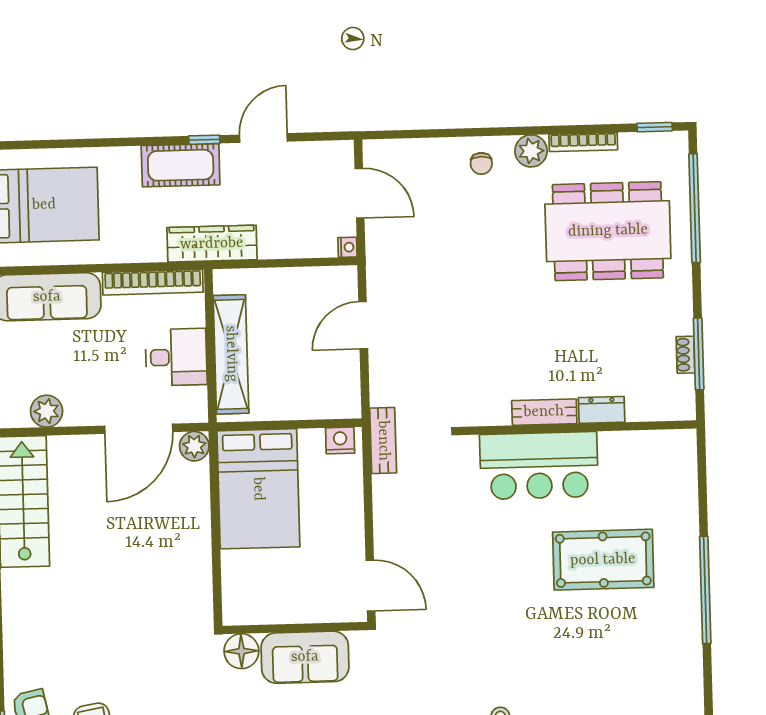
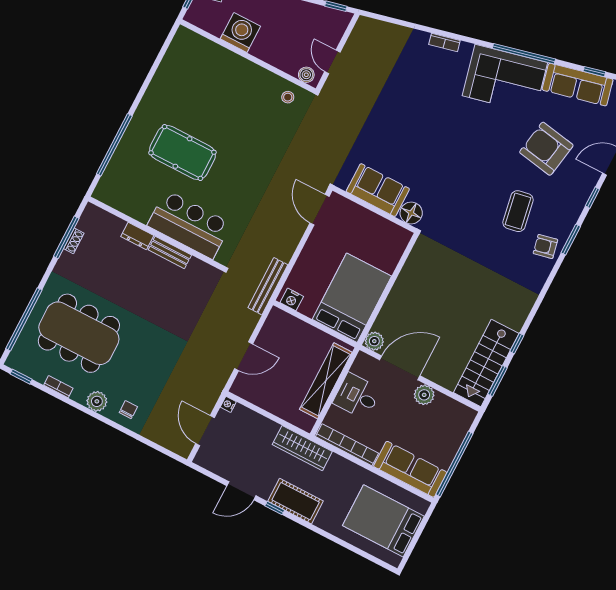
bookcase: (583, 142) -> (58, 387), width x0.64
plant: (47, 411) -> (424, 395), moved
bench: (383, 441) -> (268, 286), width x1.36
window: (705, 590) -> (114, 145), moved

